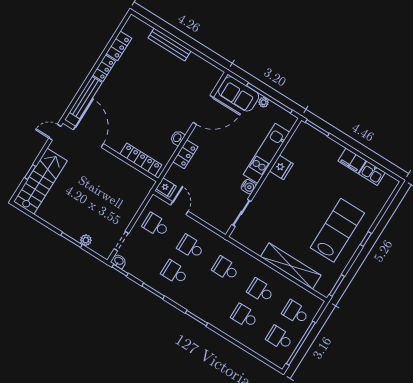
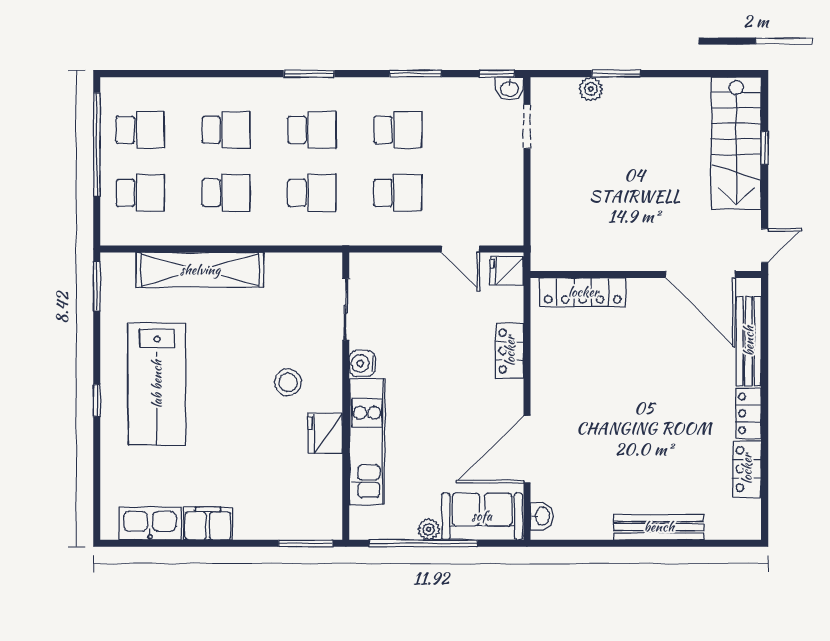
washbasin: (177, 138) -> (542, 516), moved
kitchen sink: (372, 173) -> (150, 524), width x1.38
stool: (283, 198) -> (288, 382), added
school desk: (156, 225) -> (312, 130), moved

